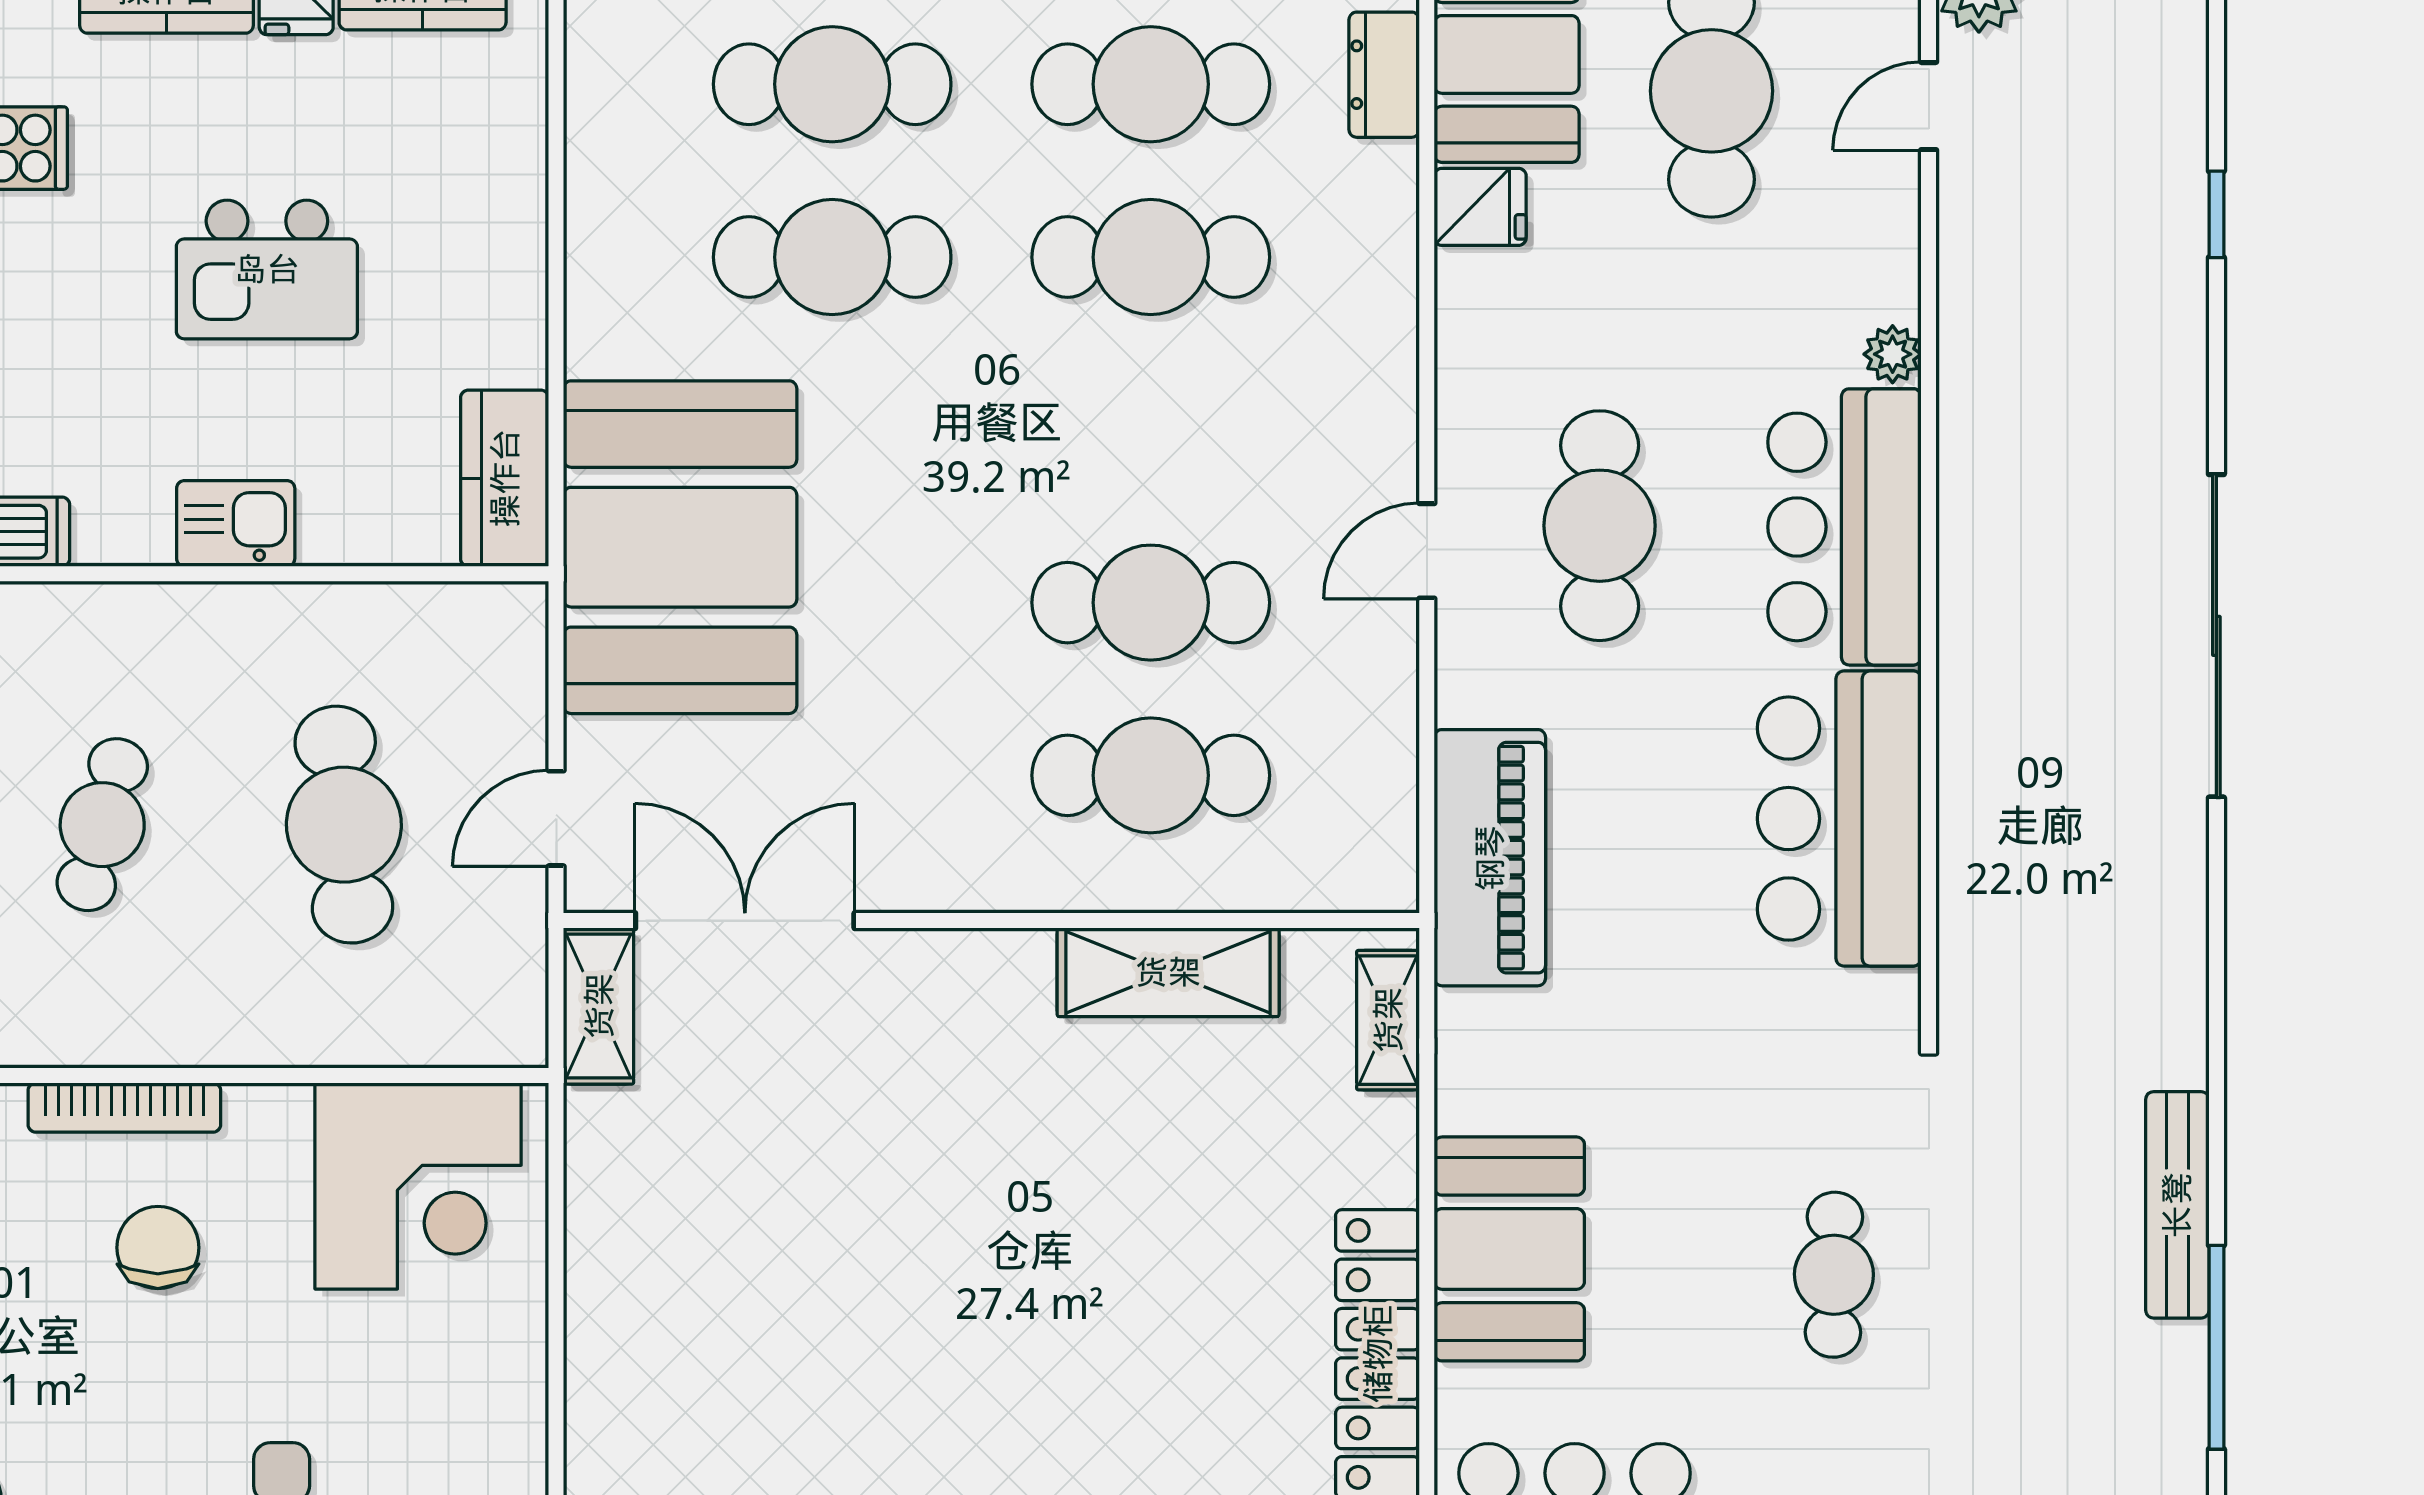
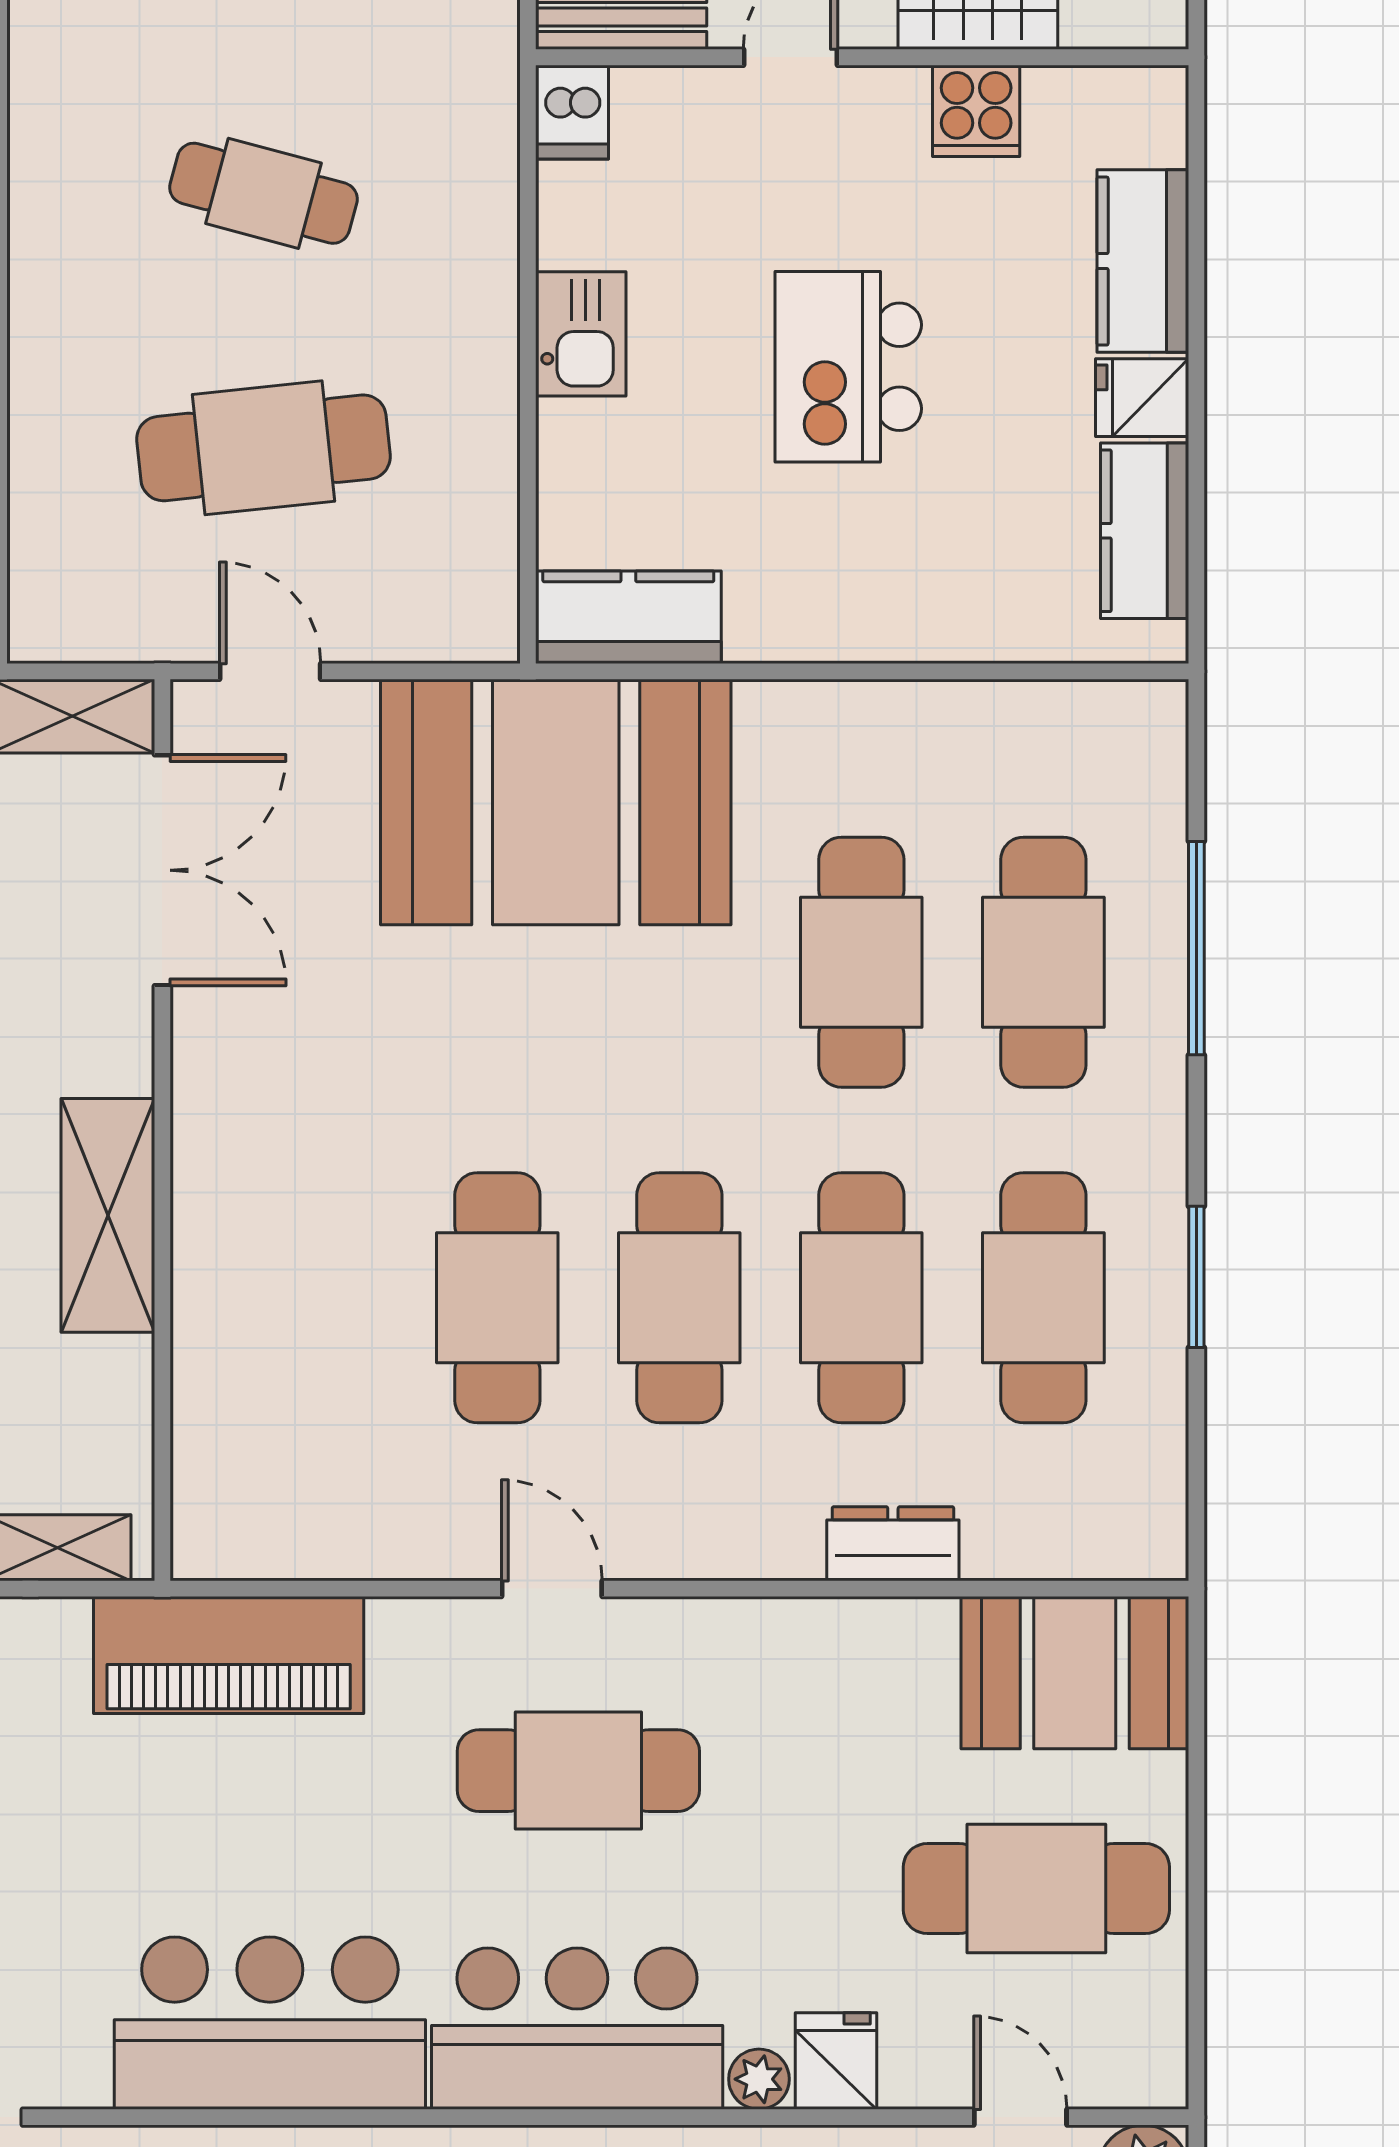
dresser: (1384, 75) -> (893, 1544), moved
fridge: (1480, 207) -> (836, 2061), moved, turned 180
cafe table: (1151, 775) -> (679, 1298), moved
shelving: (1168, 972) -> (108, 1215), moved

